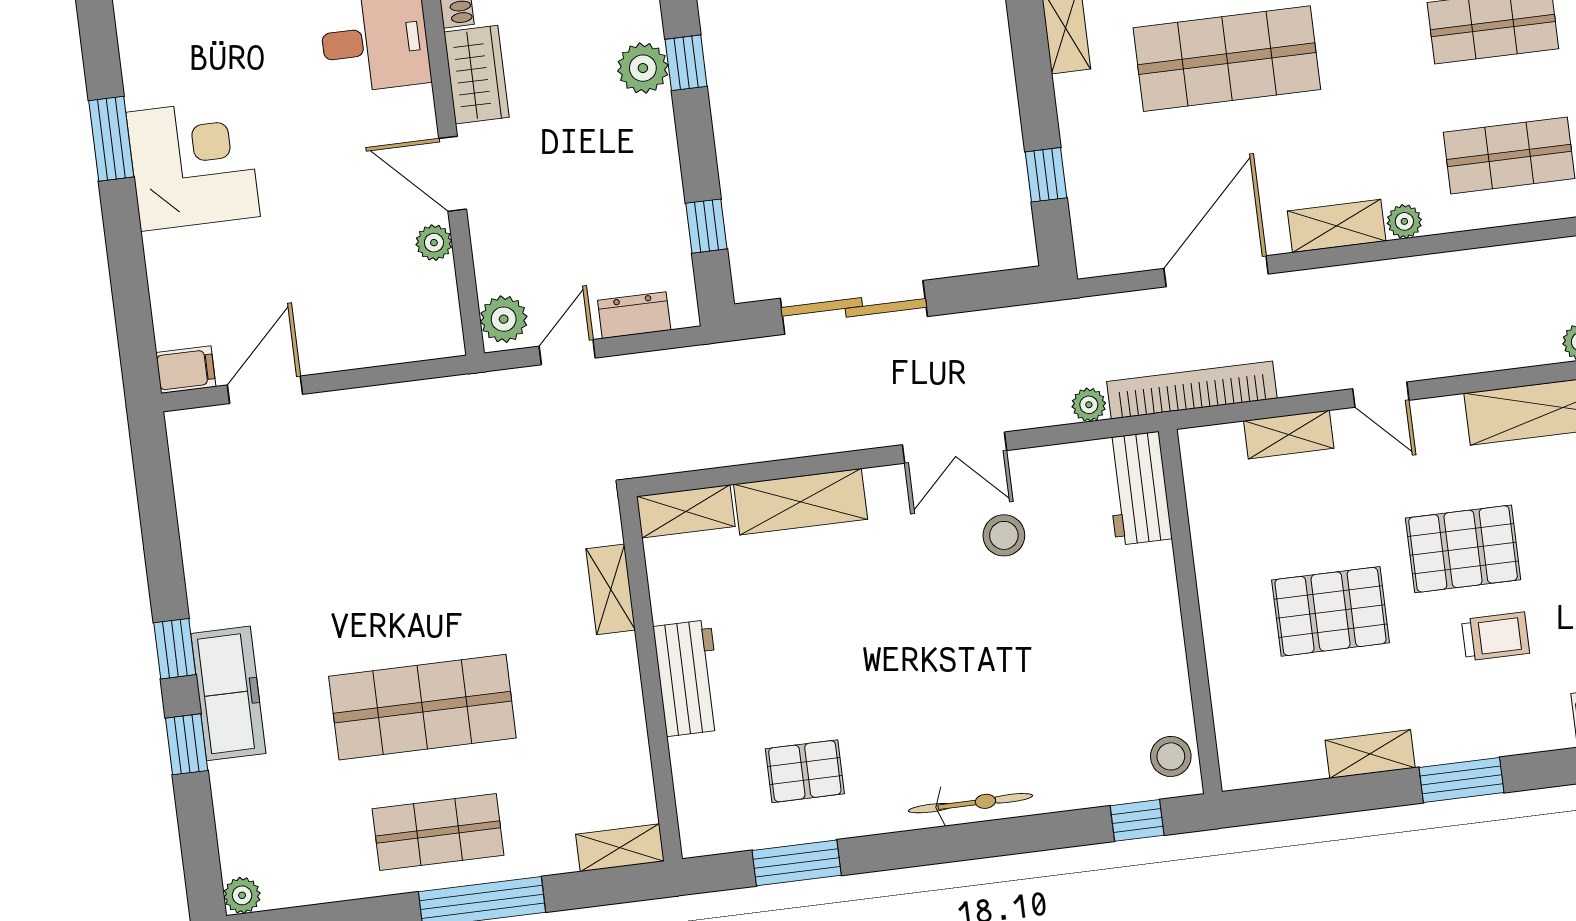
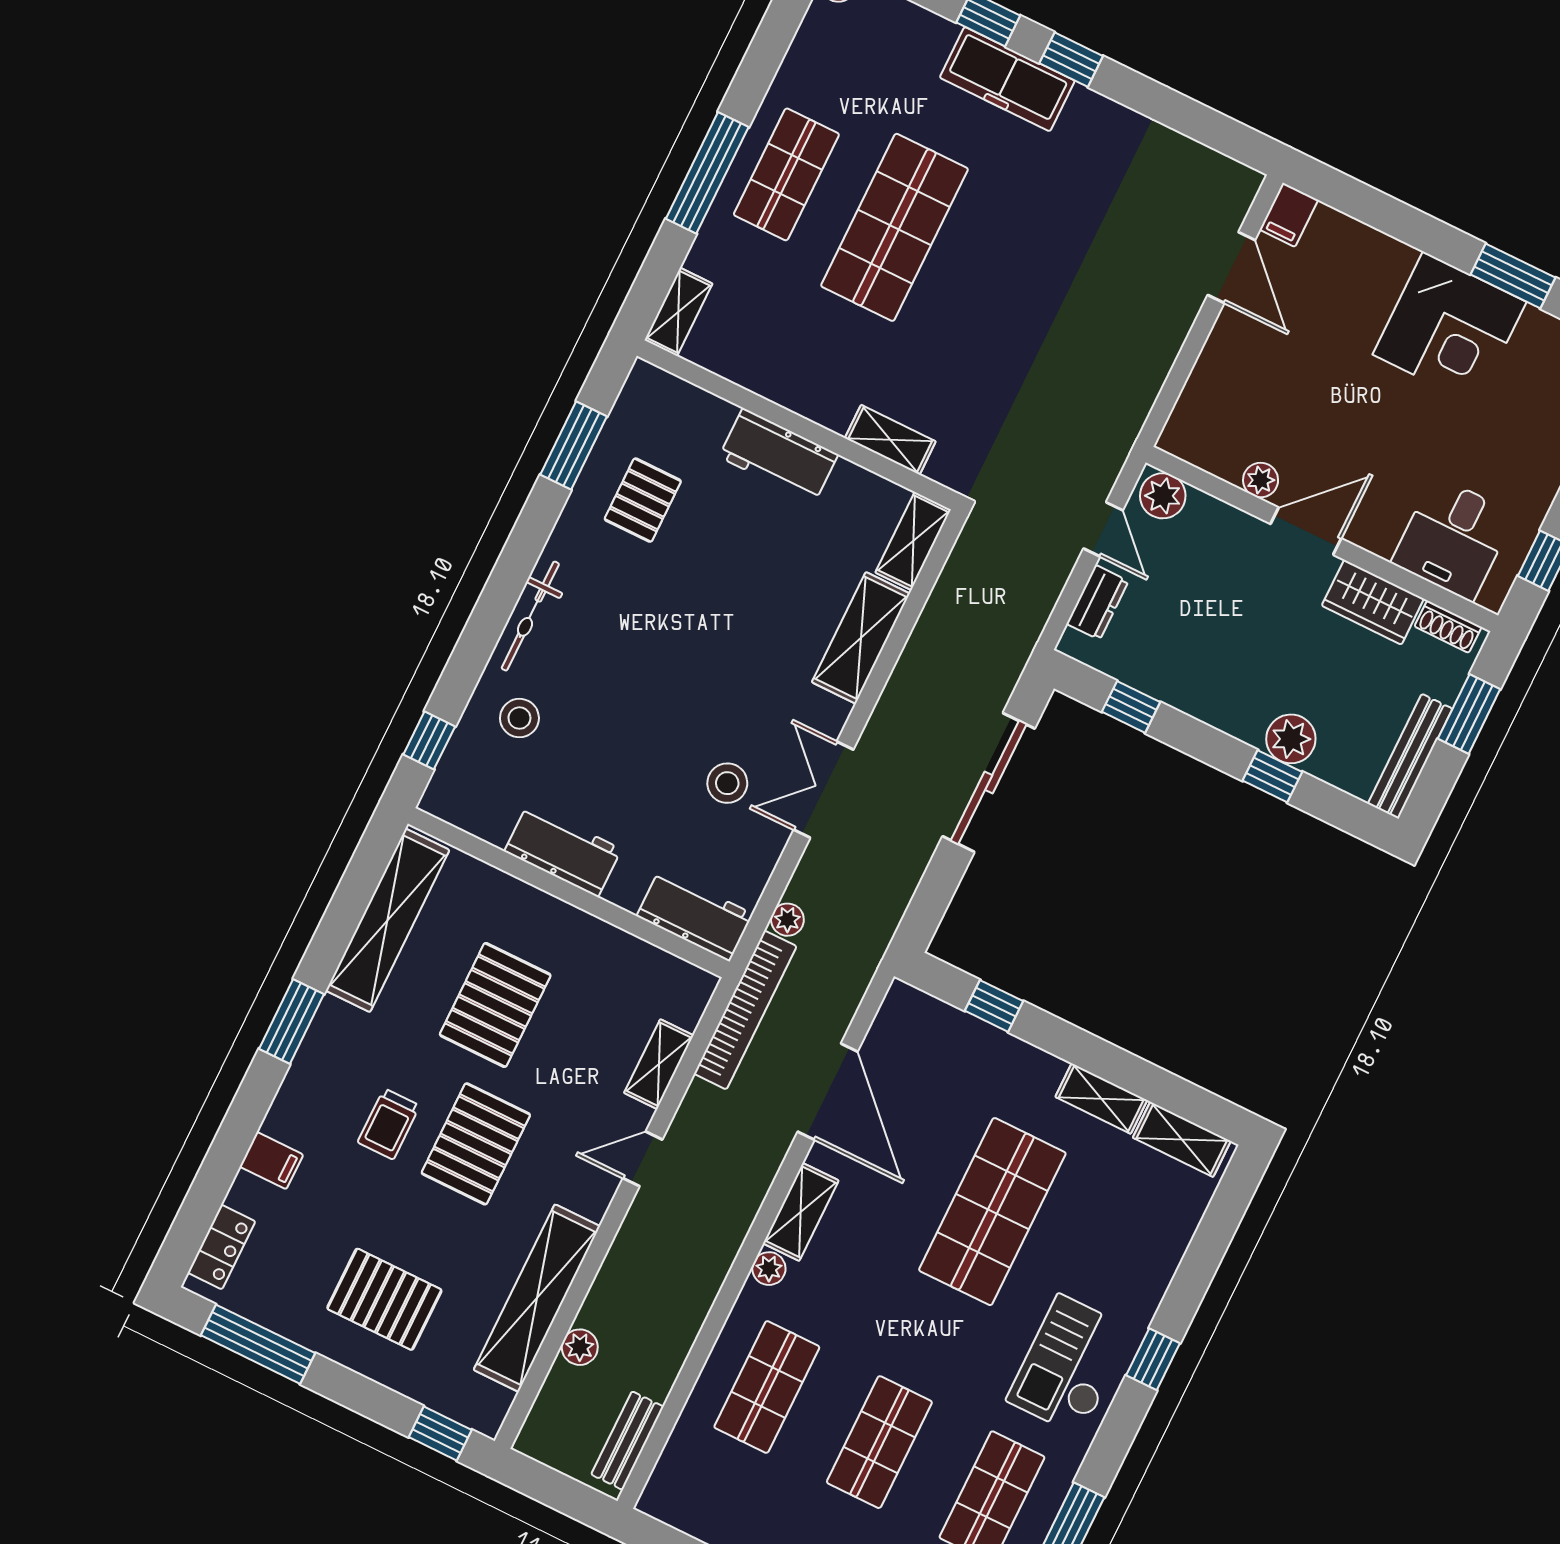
workbench: (1157, 641) -> (563, 850), added
shelving: (1370, 754) -> (388, 920), width x2.20, depth x1.33
stool: (1171, 756) -> (519, 718), moved

